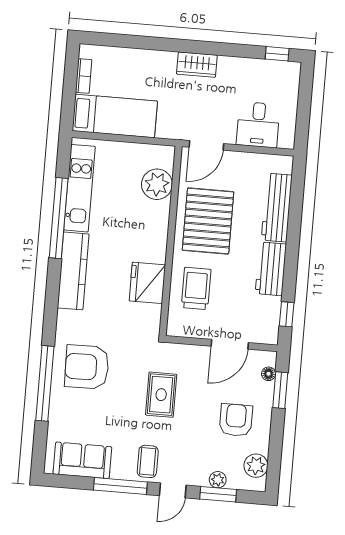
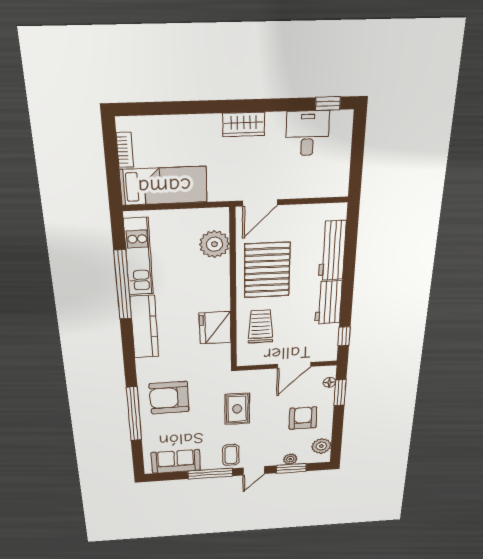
desk: (258, 125) -> (307, 133), moved, turned 180

